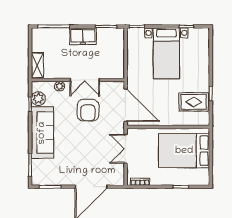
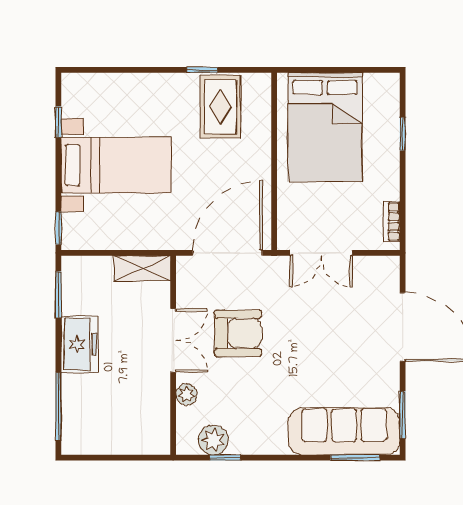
shelving: (37, 66) -> (142, 268), moved
sofa: (42, 133) -> (344, 431), moved

